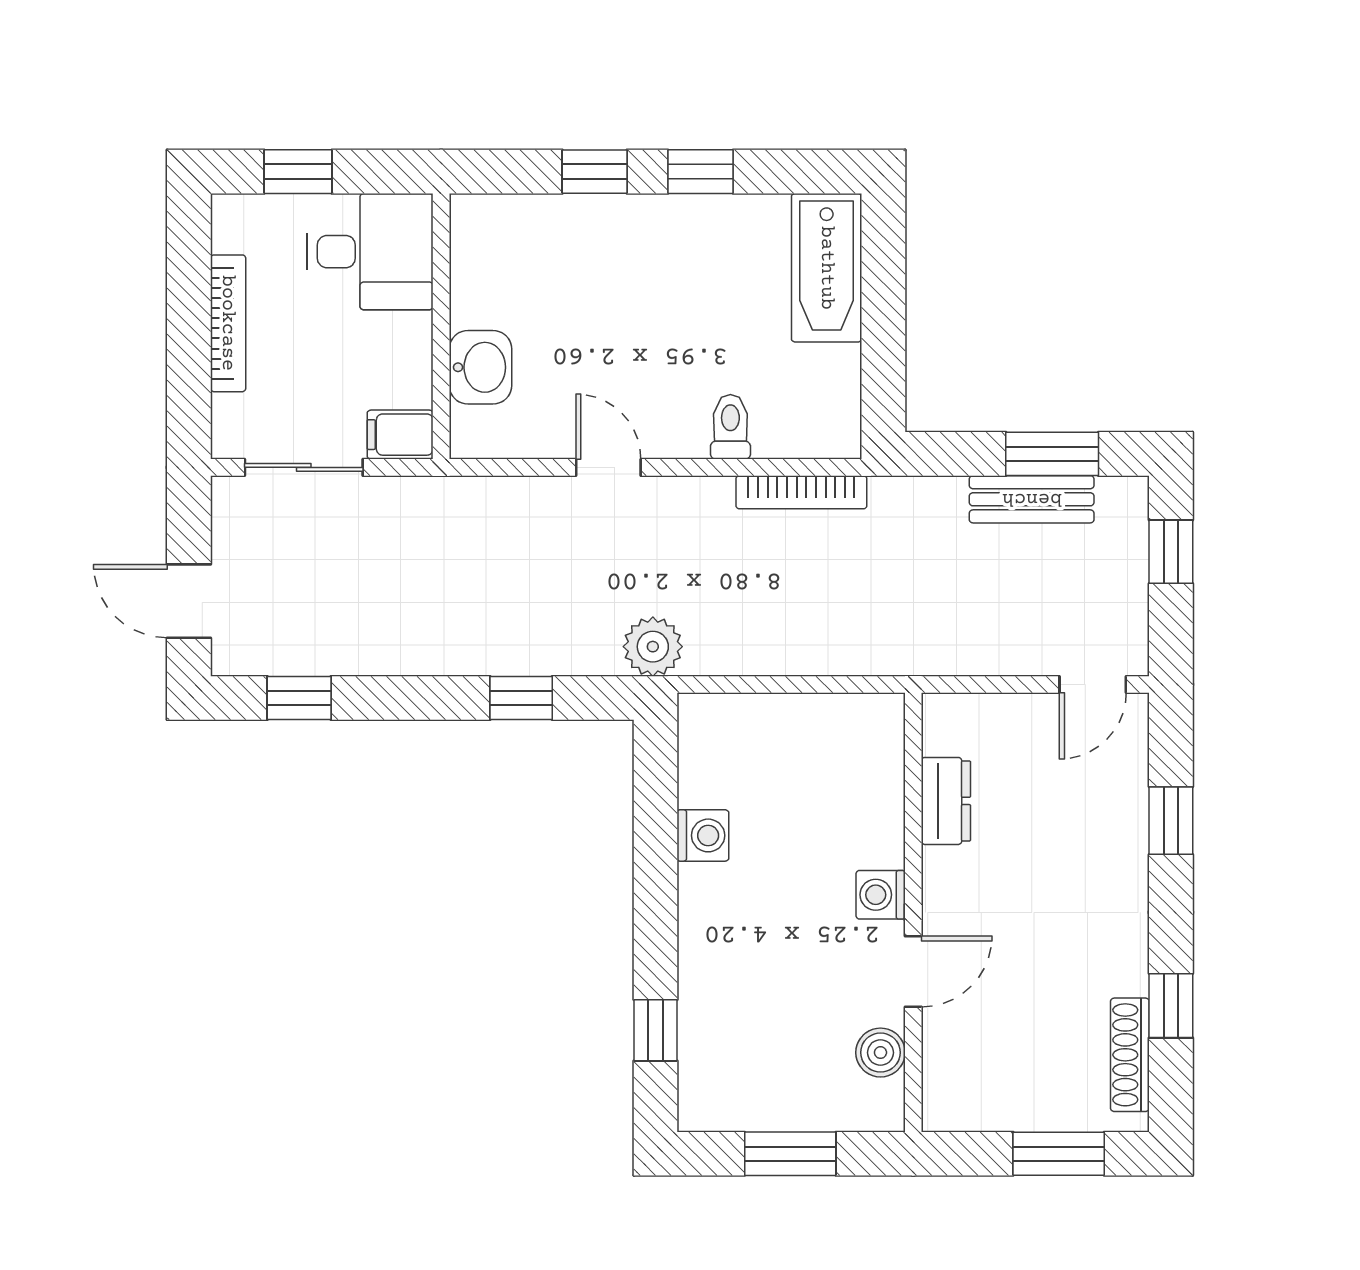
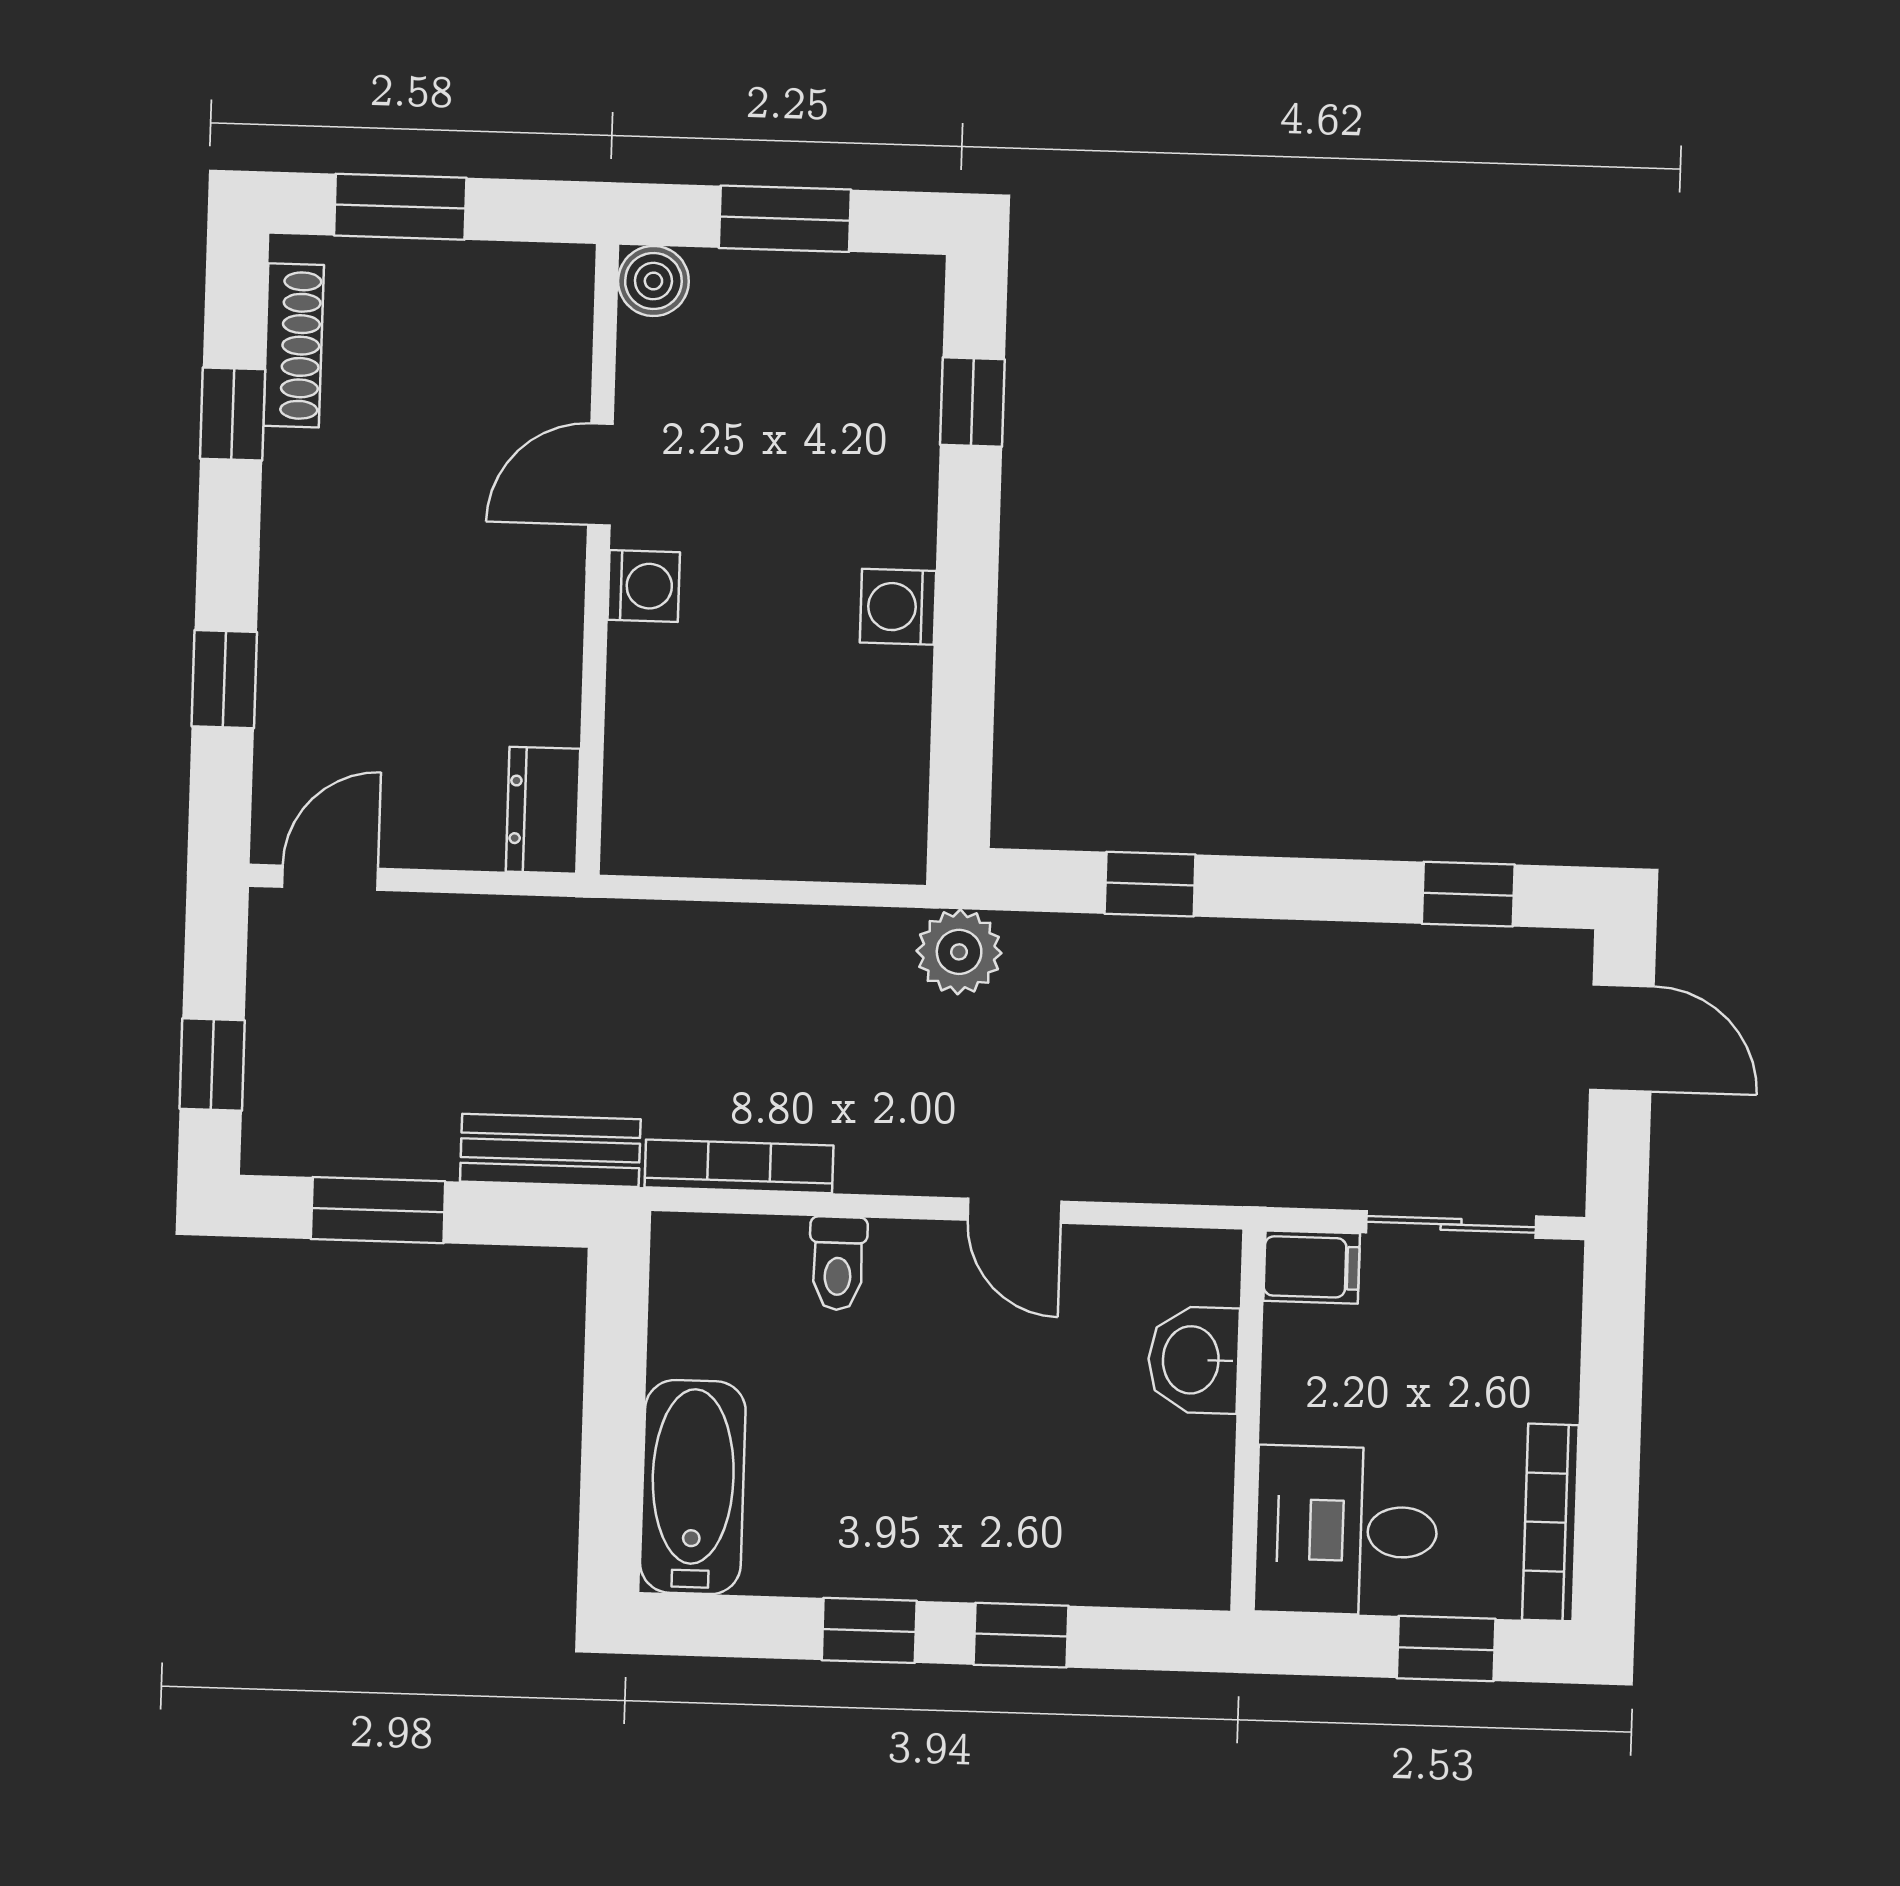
bookcase: (228, 323) -> (1550, 1522), moved
bench: (1032, 499) -> (550, 1150), moved
dresser: (946, 801) -> (543, 810), moved
washing machine: (703, 835) -> (898, 607), moved
boiler: (880, 1053) -> (653, 281), moved

